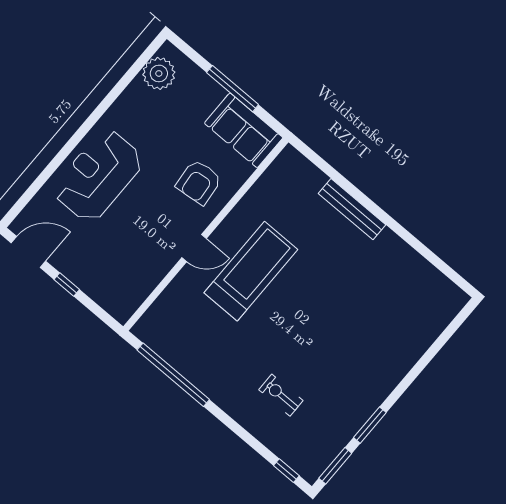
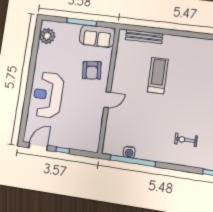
bench: (352, 209) -> (144, 37), moved
treadmill: (251, 271) -> (158, 76), moved, width x0.73, depth x0.73
water cooler: (176, 357) -> (129, 152), added

